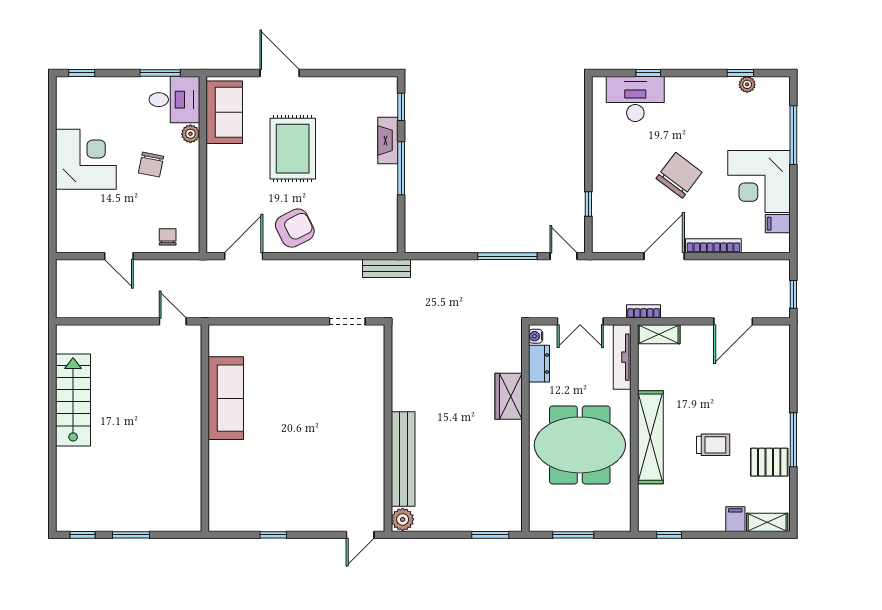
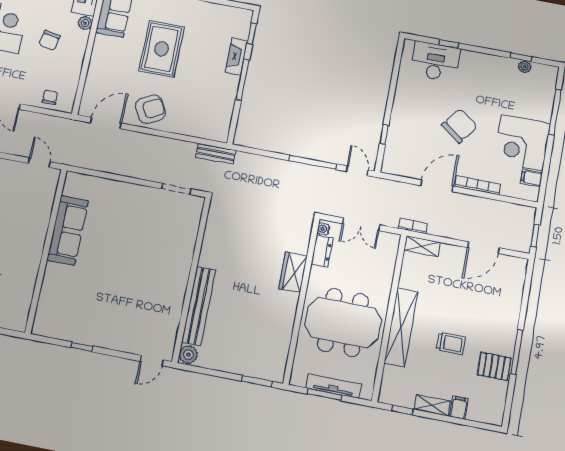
tv unit: (622, 357) -> (334, 386), moved, turned 90
shelving: (767, 522) -> (432, 405), moved

